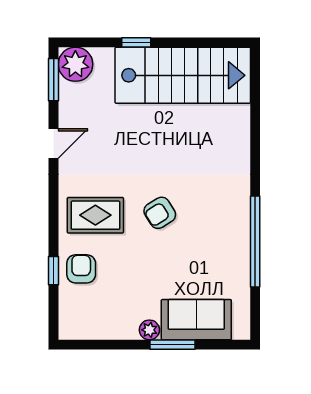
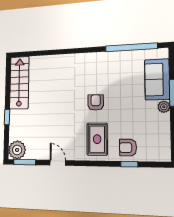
stairs: (183, 75) -> (19, 83), width x0.73, depth x0.66
armchair: (160, 213) -> (96, 102), turned -148
window: (255, 241) -> (131, 47), moved

